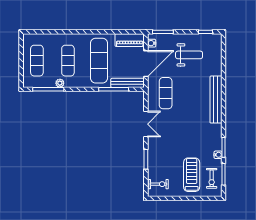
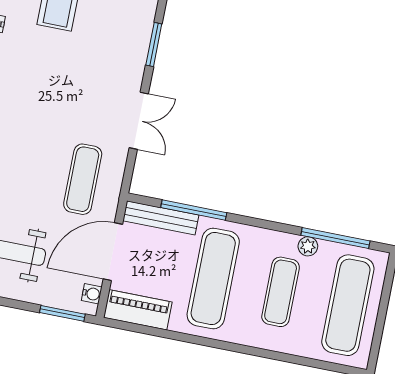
exercise mat: (37, 61) -> (348, 305), width x1.36, depth x1.45
double door: (146, 124) -> (139, 121), swing flipped

